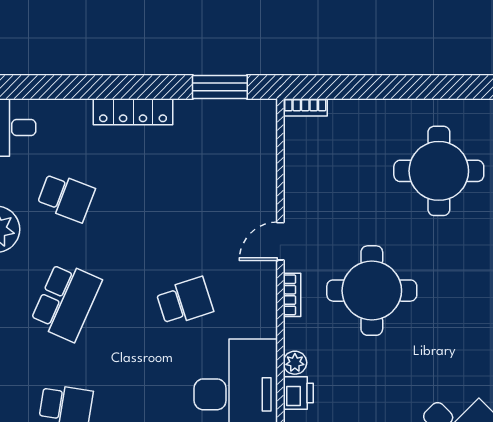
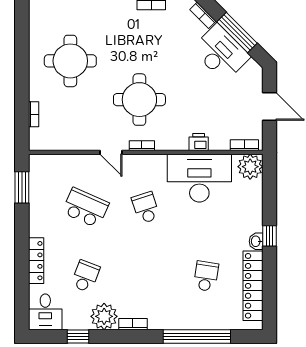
bookcase: (305, 107) -> (34, 114), moved
locker: (133, 112) -> (36, 261), moved
school desk: (66, 301) -> (85, 208), moved
plant: (295, 363) -> (181, 144), removed

